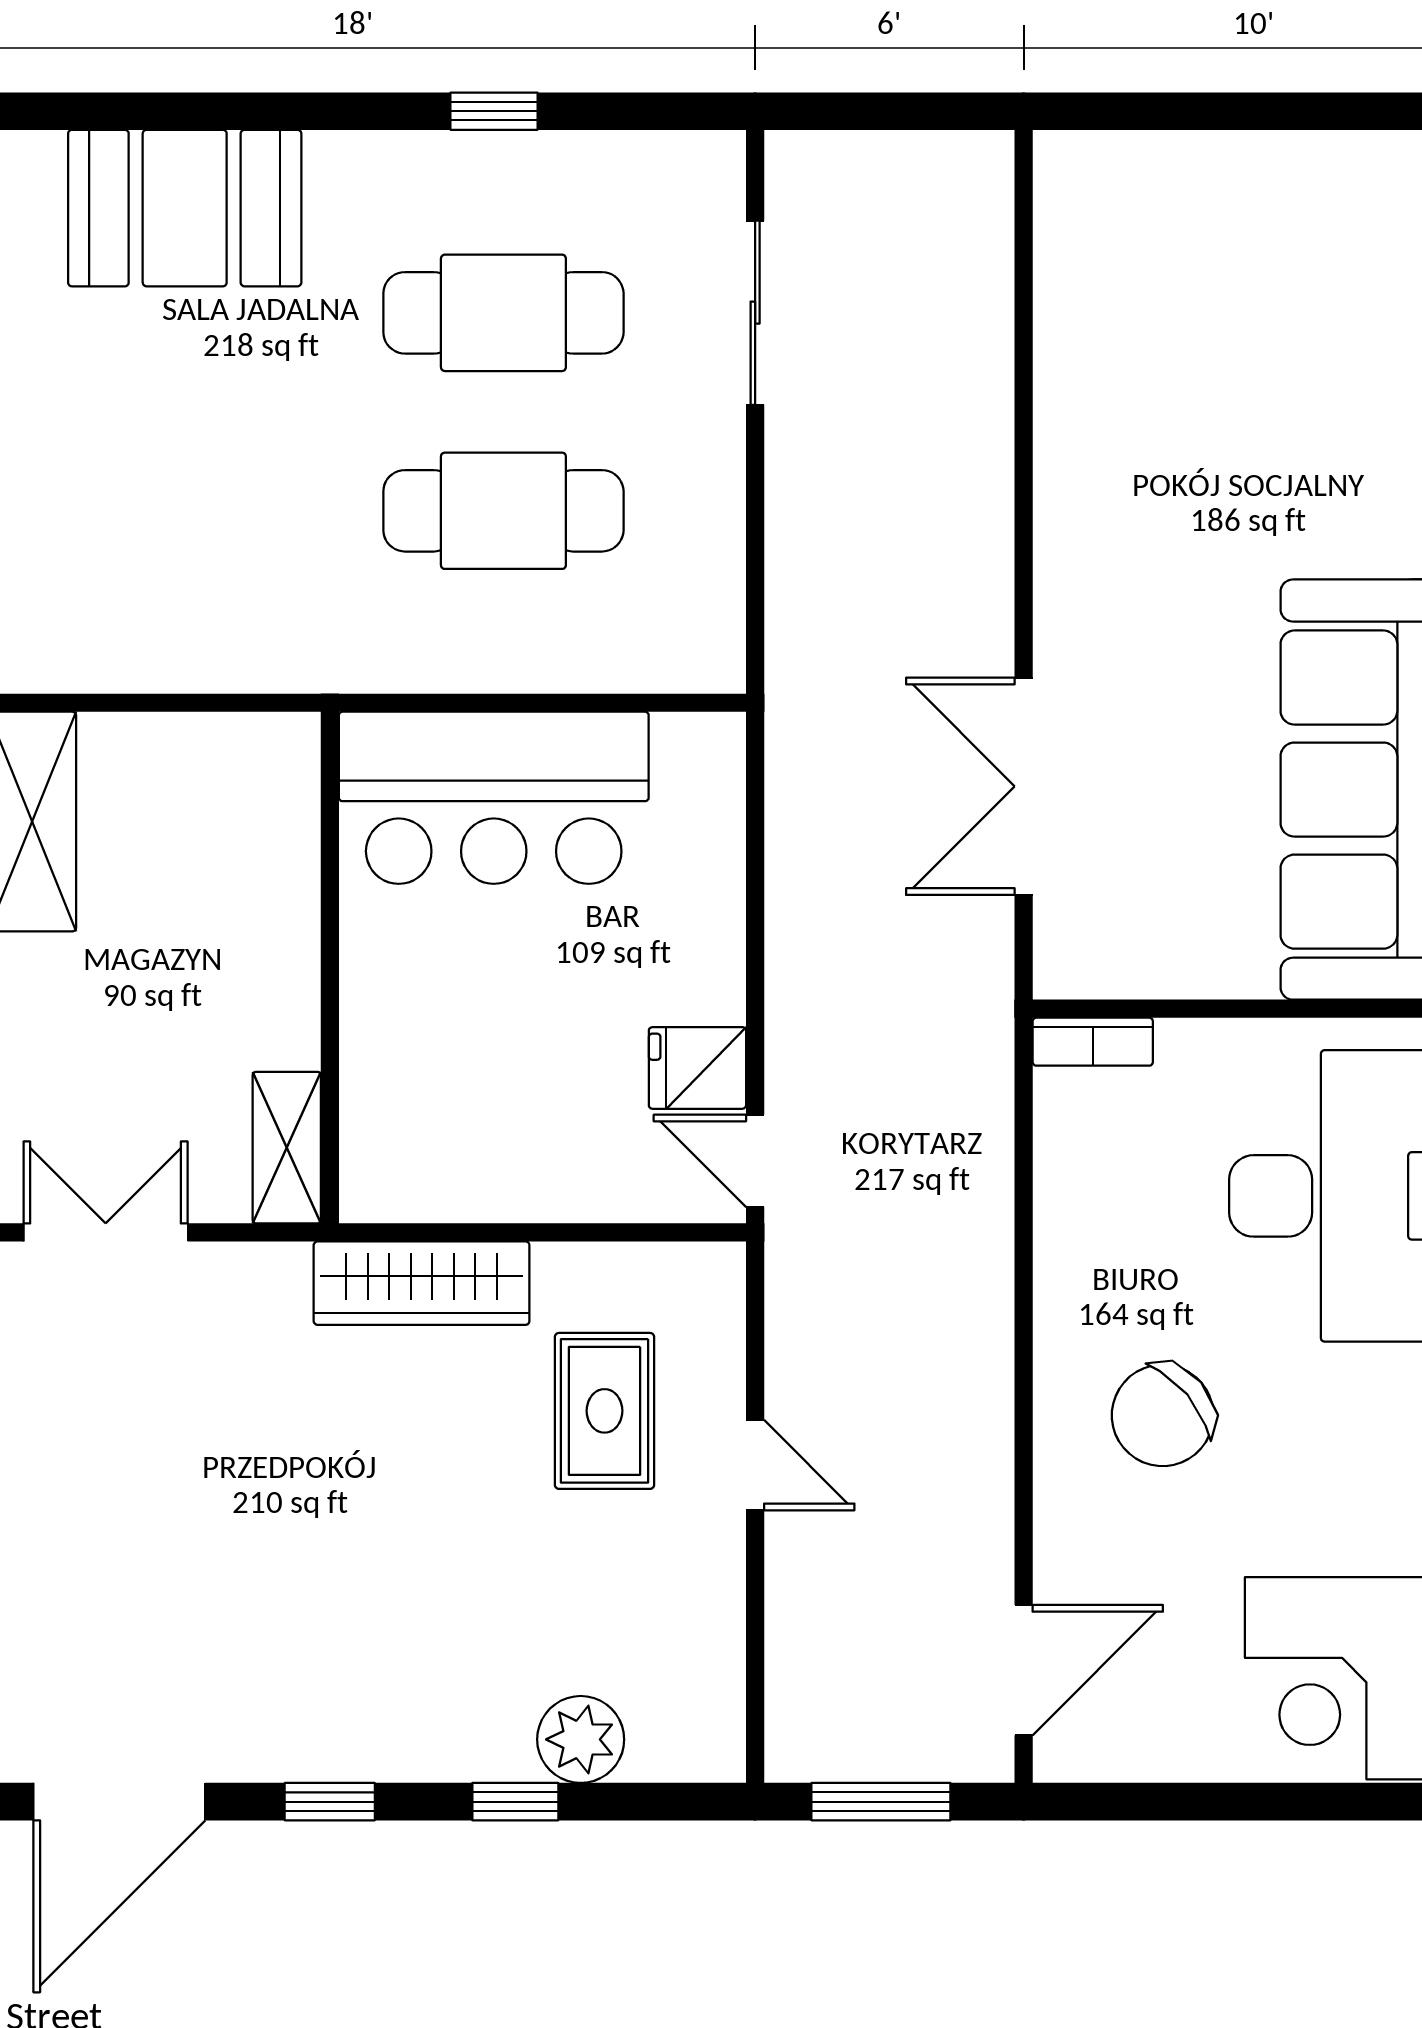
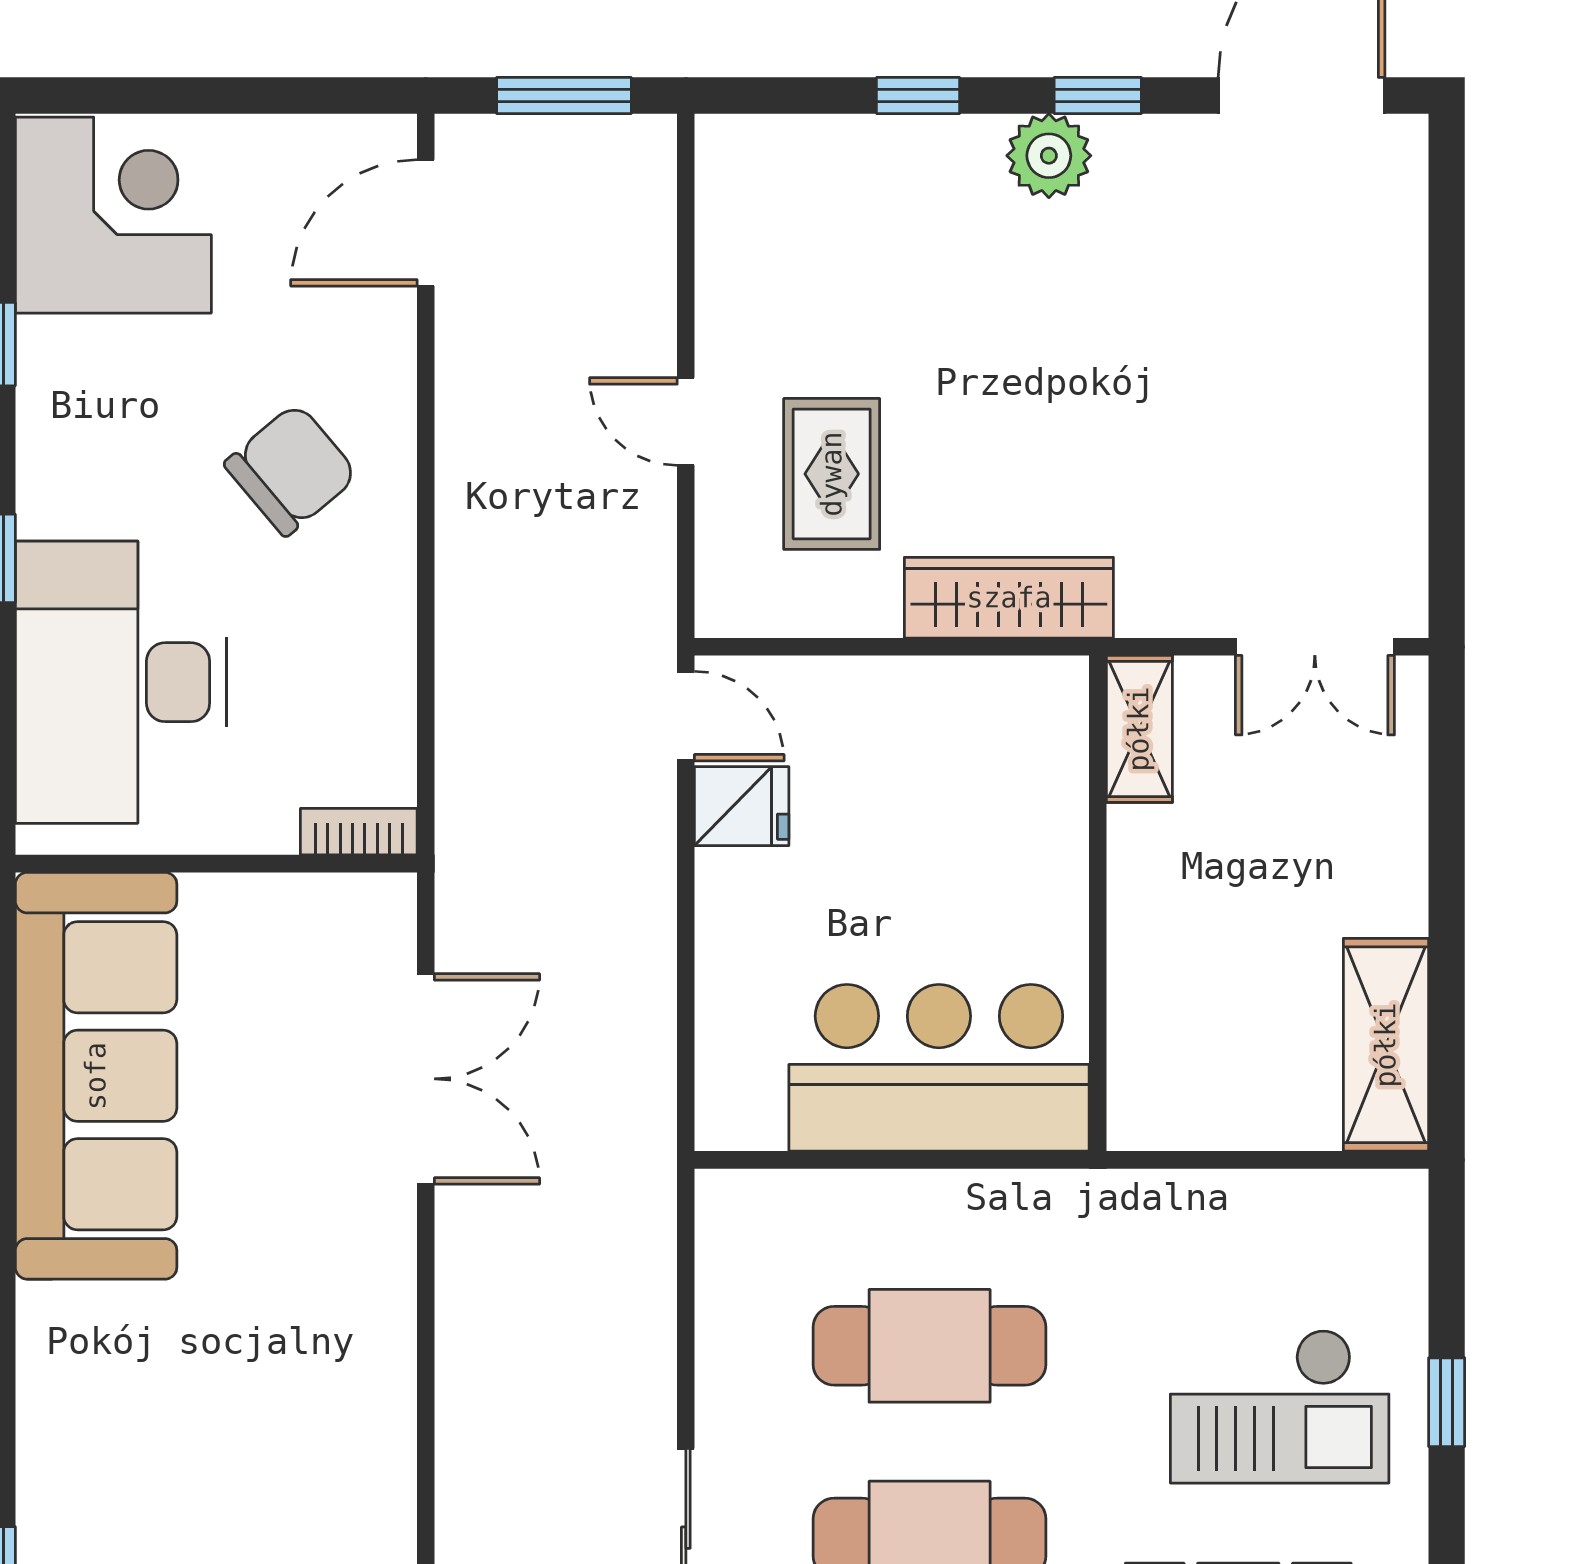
checkout: (142, 448) -> (1280, 1406), added
plant: (581, 1739) -> (1049, 156), moved

